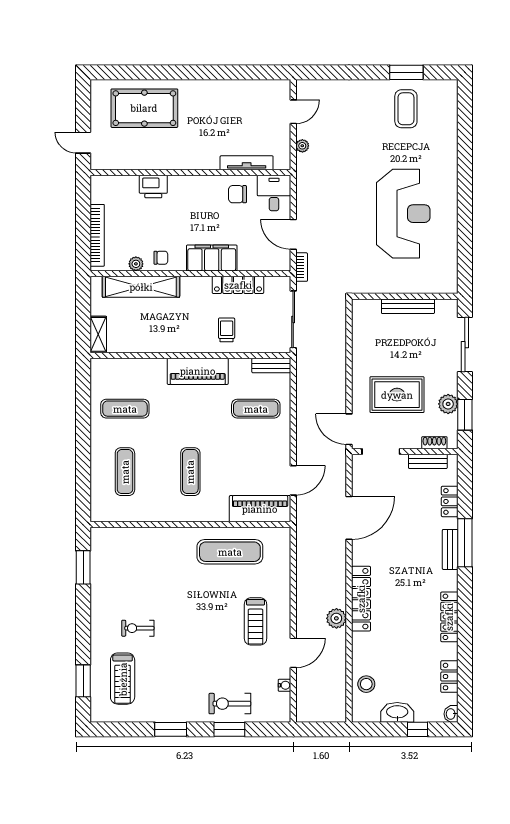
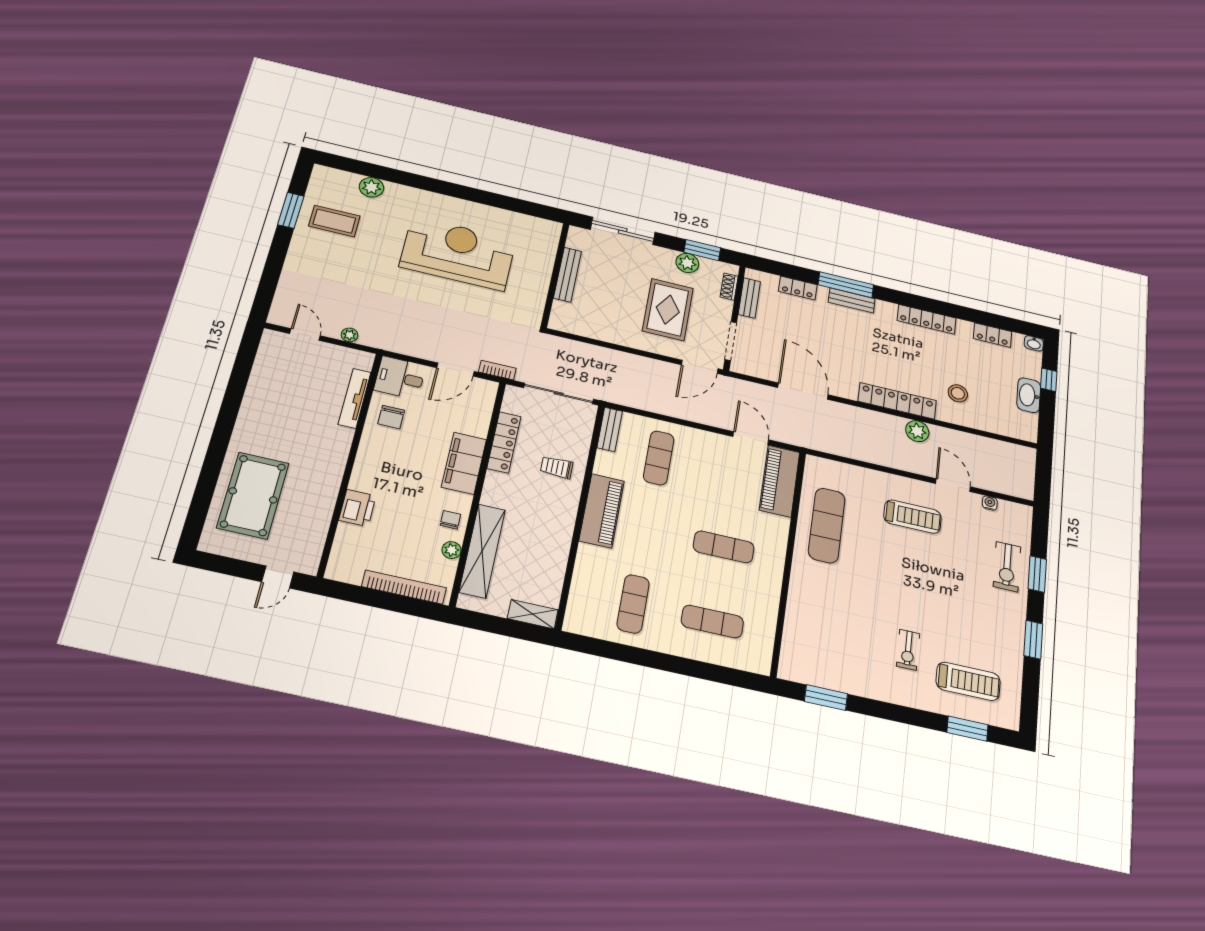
plant: (448, 131) -> (371, 187), added
stool: (366, 684) -> (958, 393), moved

